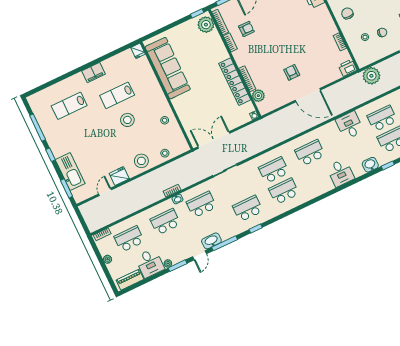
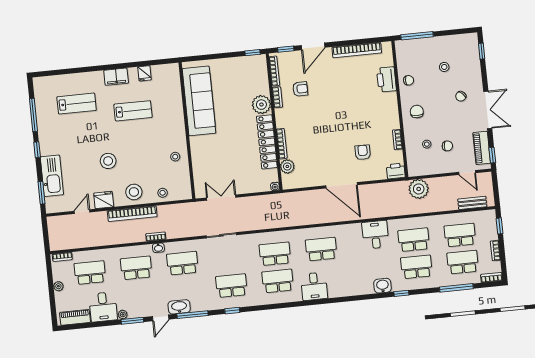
plant: (206, 25) -> (261, 105), moved
fridge: (138, 51) -> (144, 73), moved
armchair: (292, 72) -> (363, 152), moved
lab bench: (117, 95) -> (133, 111), turned 180
lab bench: (69, 106) -> (77, 104), turned 180
stool: (127, 120) -> (108, 161), moved
double door: (214, 140) -> (221, 198), width x0.73
desk: (341, 173) -> (314, 286), moved
bookcase: (146, 179) -> (132, 214), added

